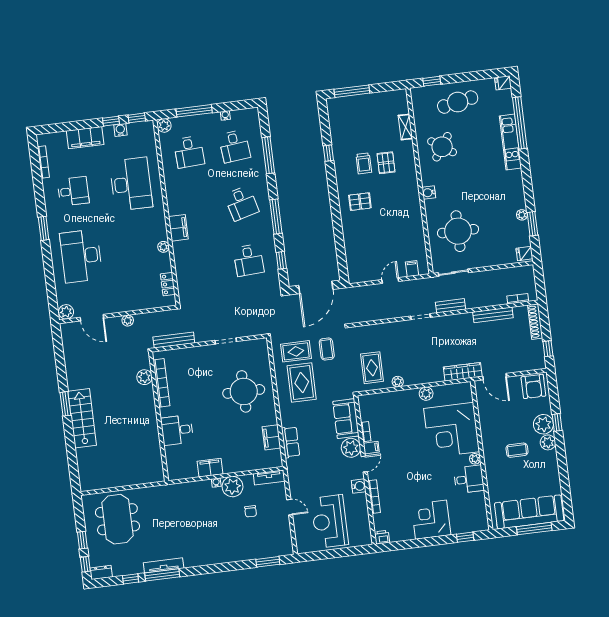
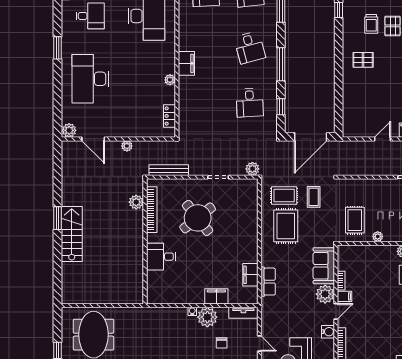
plant: (260, 328) -> (252, 169), added
round table: (244, 391) -> (198, 218), moved, turned -38
filing cabinet: (210, 468) -> (216, 296), moved

